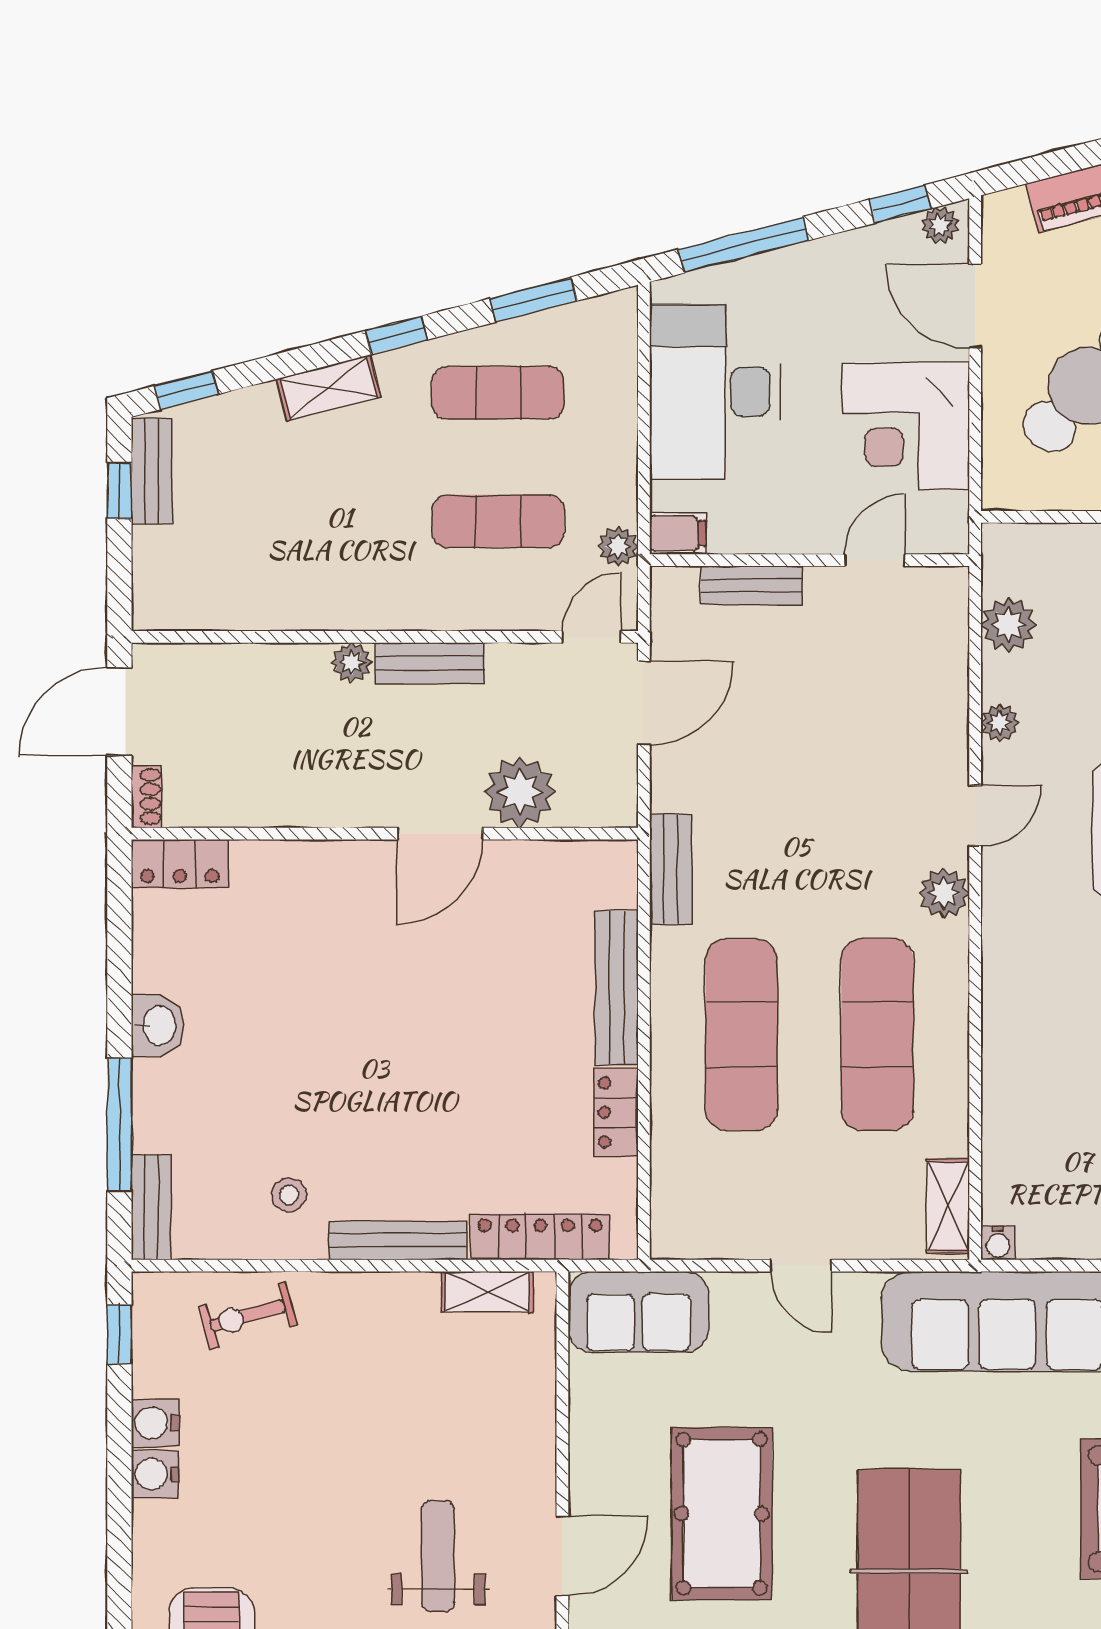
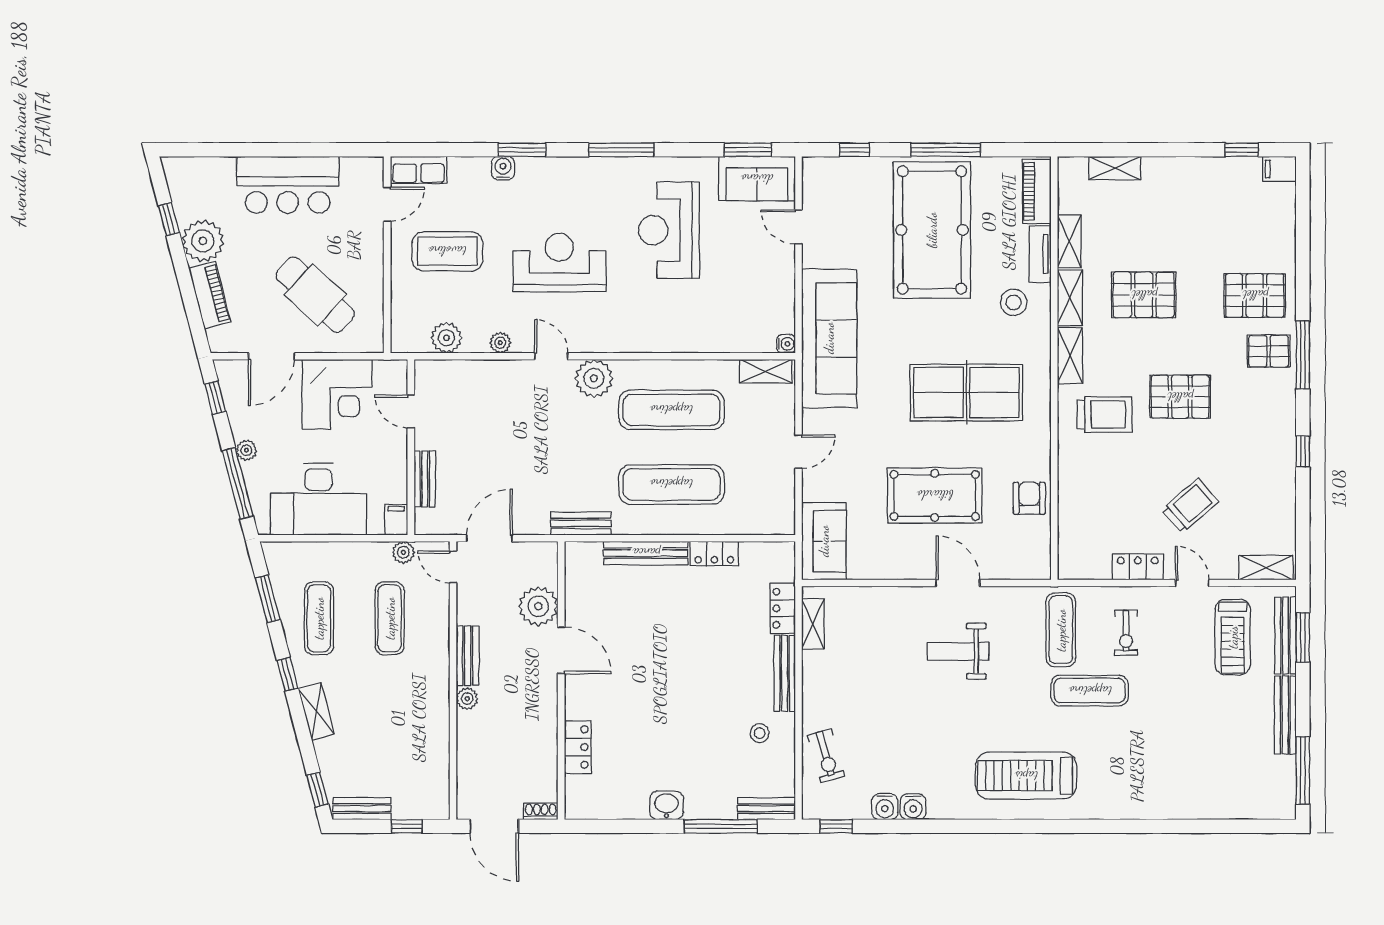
plant: (940, 225) -> (246, 450), moved
window: (119, 491) -> (407, 826), moved
door: (644, 703) -> (489, 538), hinge flipped
locker: (180, 864) -> (578, 747), moved
plant: (944, 893) -> (594, 378), width x1.36, depth x1.36
locker: (540, 1237) -> (783, 608), width x0.66

